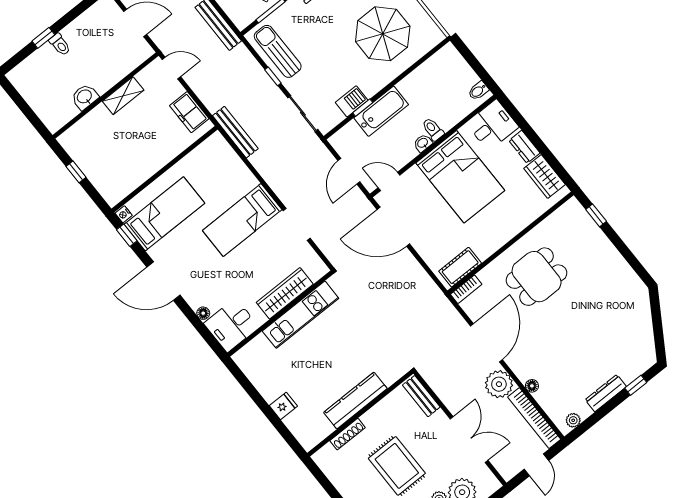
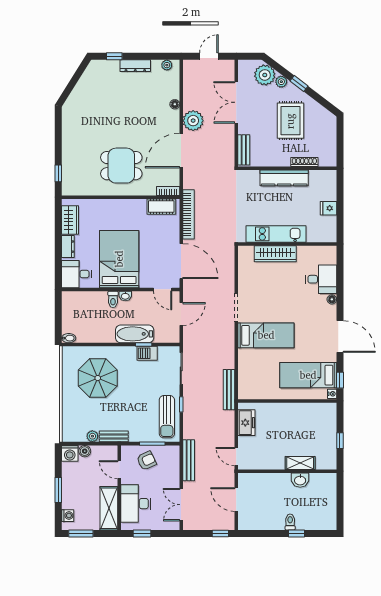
bidet: (478, 91) -> (69, 338), moved
shelving: (123, 96) -> (300, 463), moved
wardrobe: (285, 293) -> (275, 254), moved
wall: (280, 314) -> (287, 244), moved
kitchen unit: (301, 315) -> (276, 234), moved
bookcase: (534, 418) -> (188, 214), moved

